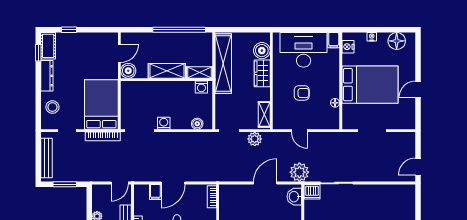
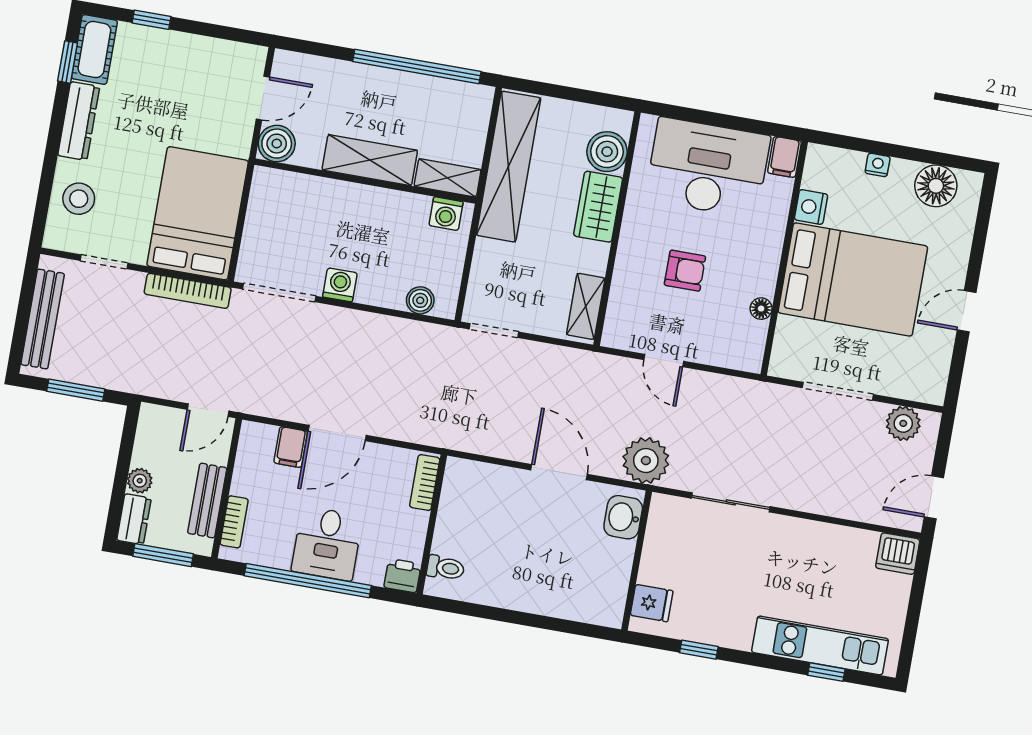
nightstand: (348, 47) -> (811, 207), moved
plant: (255, 139) -> (903, 423), moved
door: (265, 183) -> (559, 472), hinge flipped
dishwasher: (312, 192) -> (898, 554), moved

